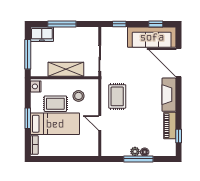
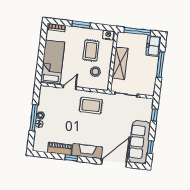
bed: (55, 124) -> (53, 62), moved, turned 180
window: (179, 136) -> (71, 158), moved

